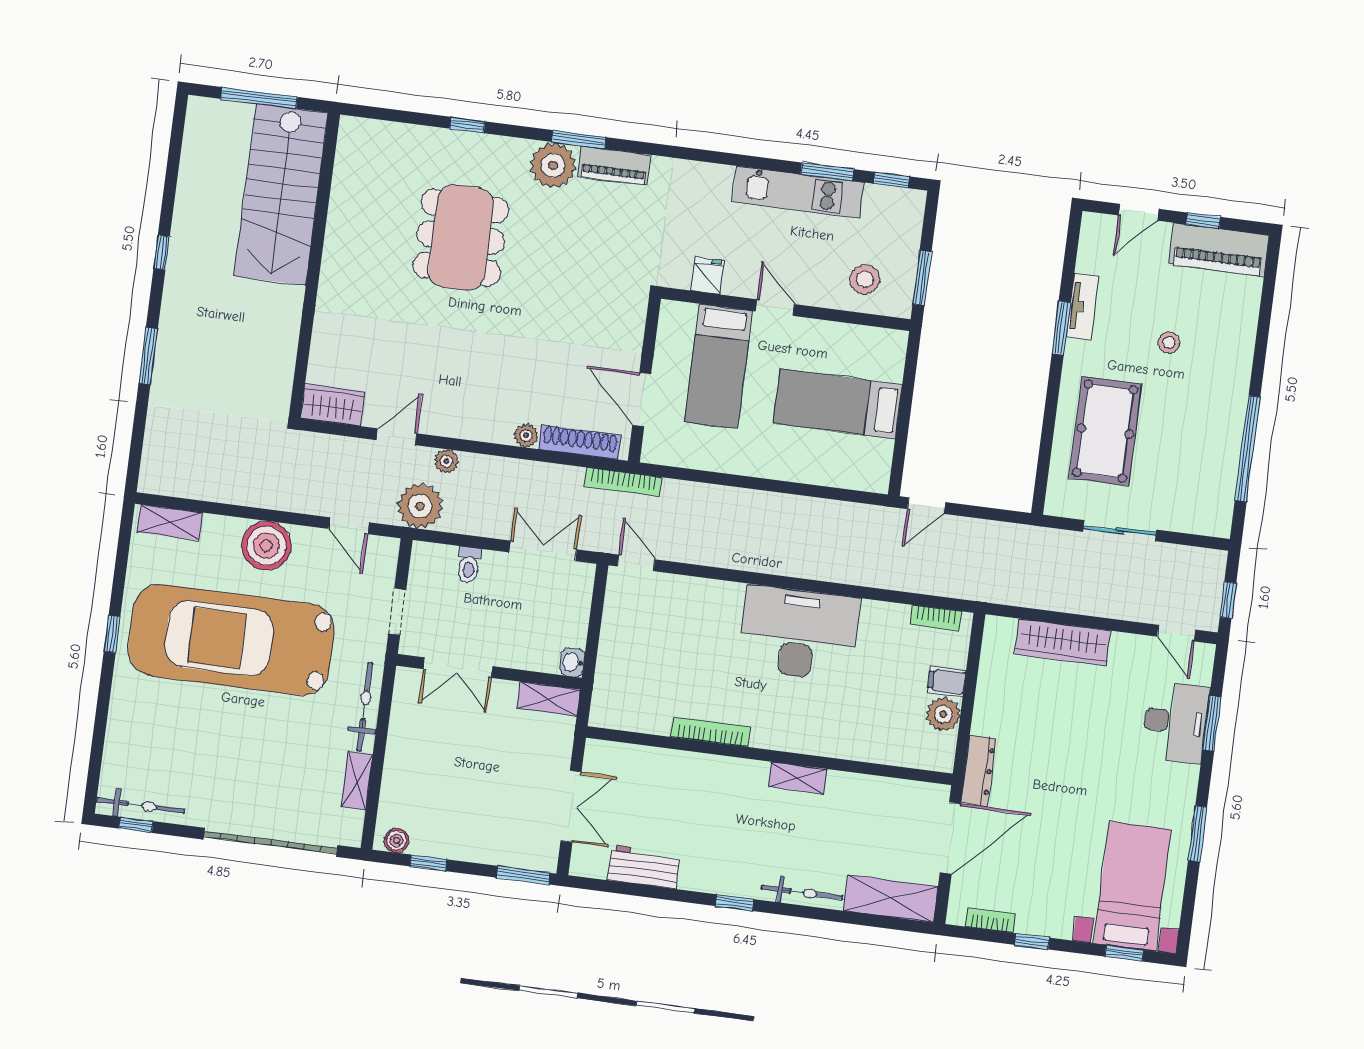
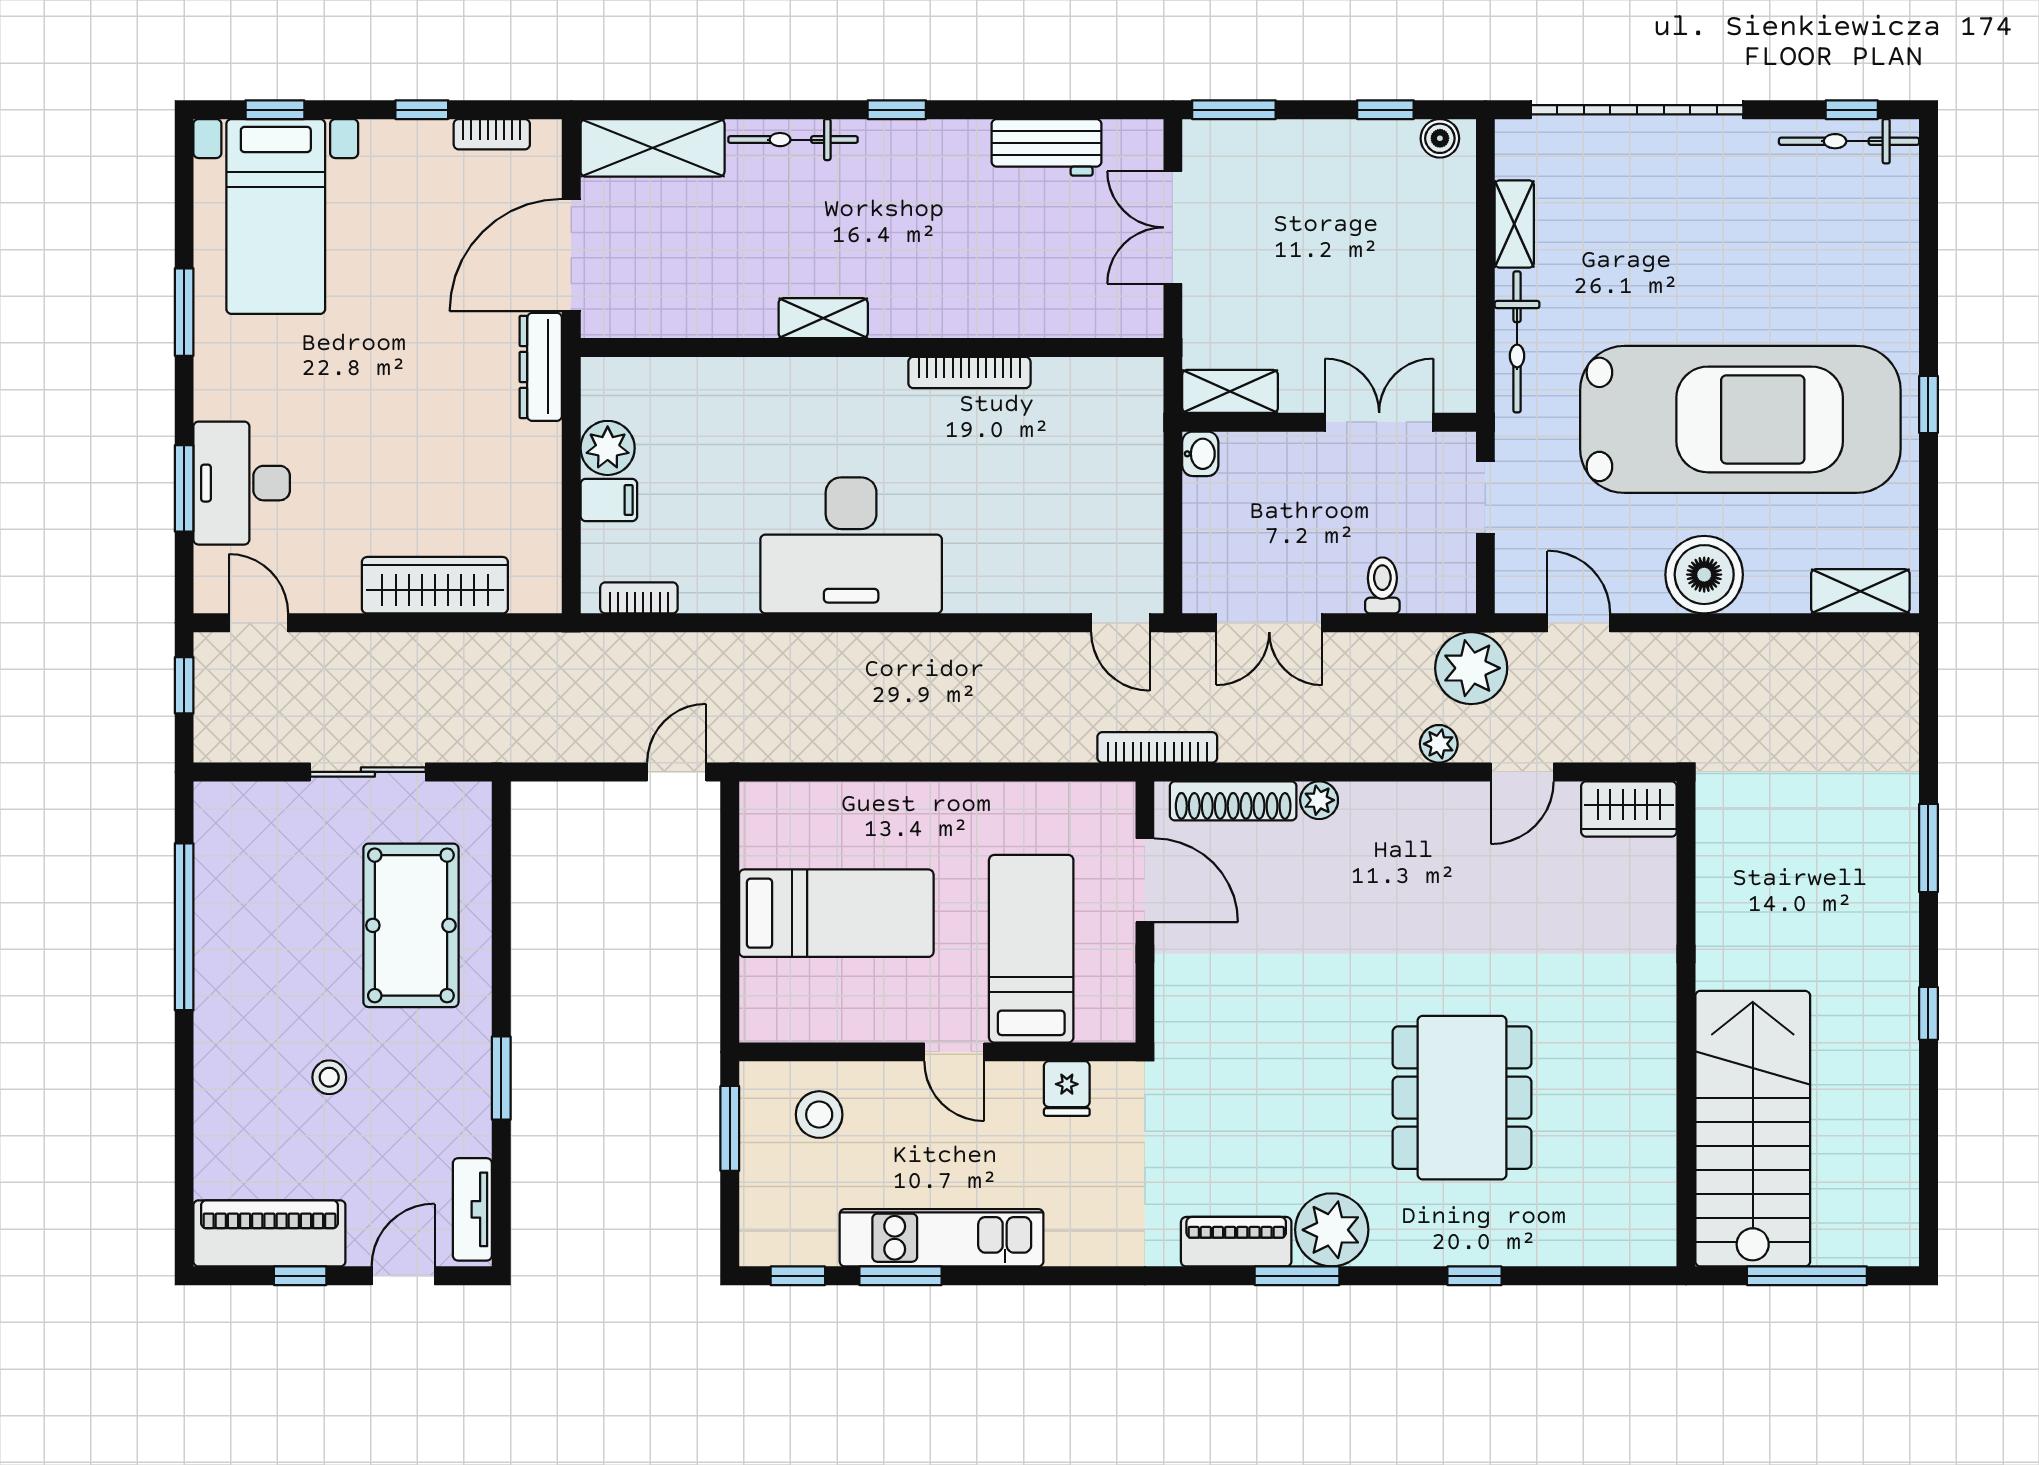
tv unit: (1082, 307) -> (472, 1209), moved

